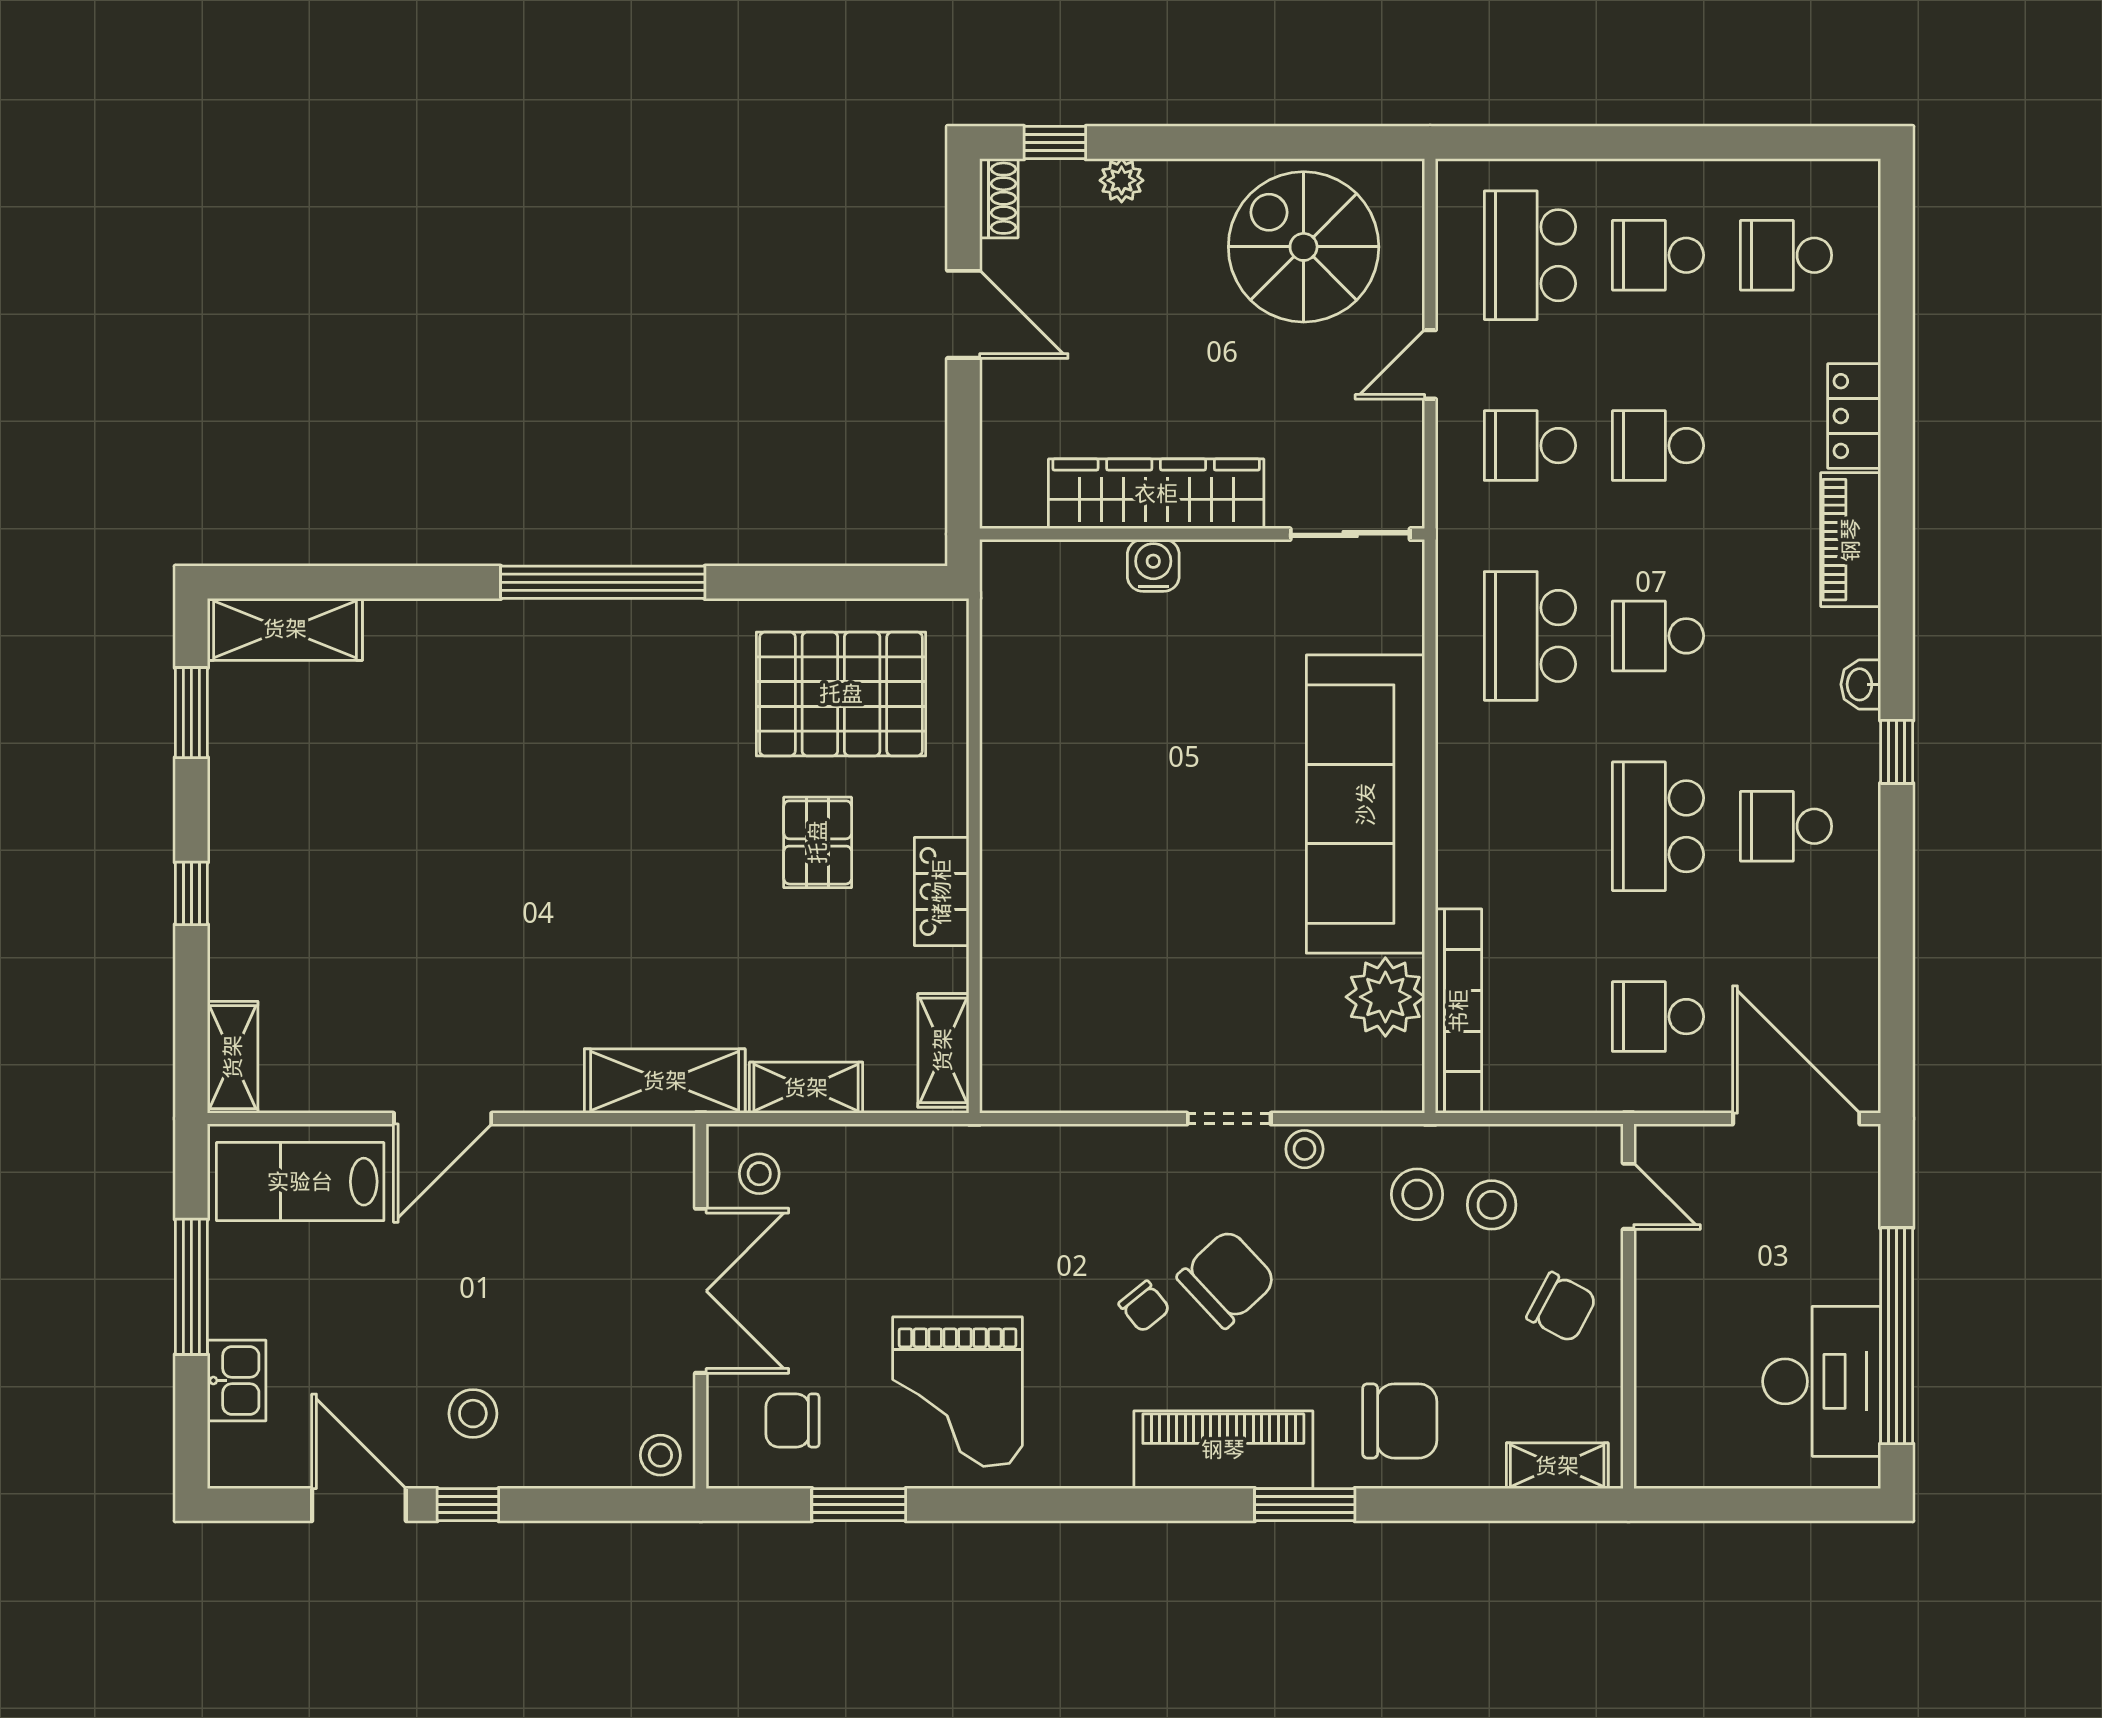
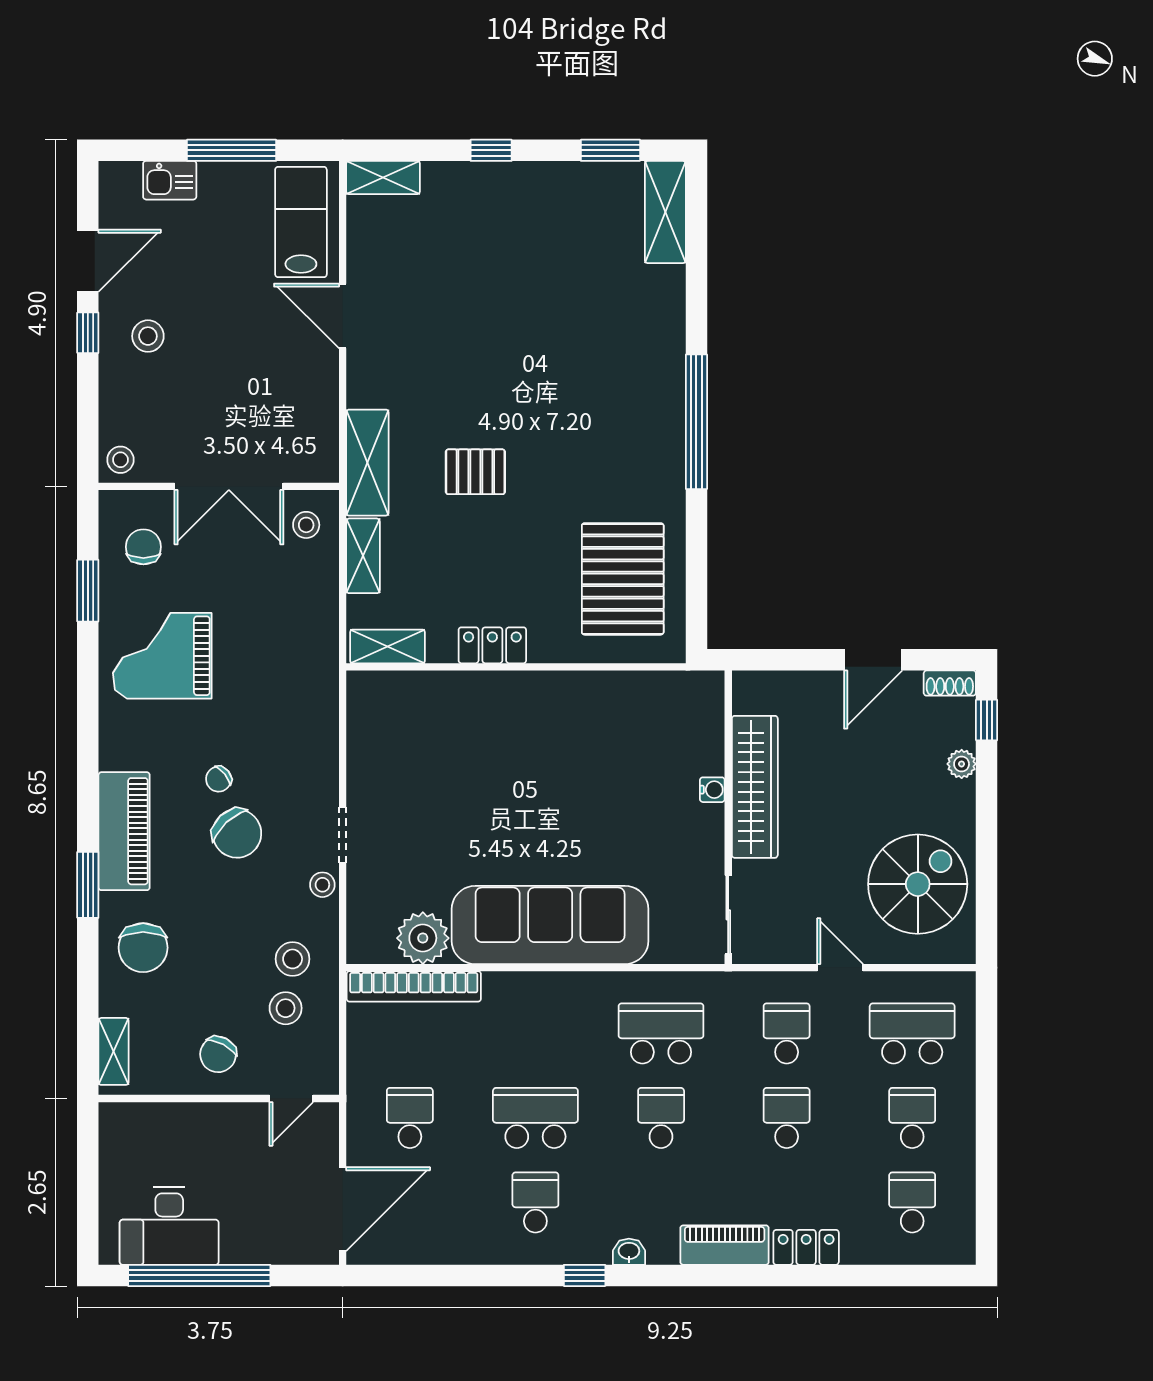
water cooler: (1153, 565) -> (712, 790), width x0.72, depth x0.72
pallet: (818, 842) -> (475, 472), moved

